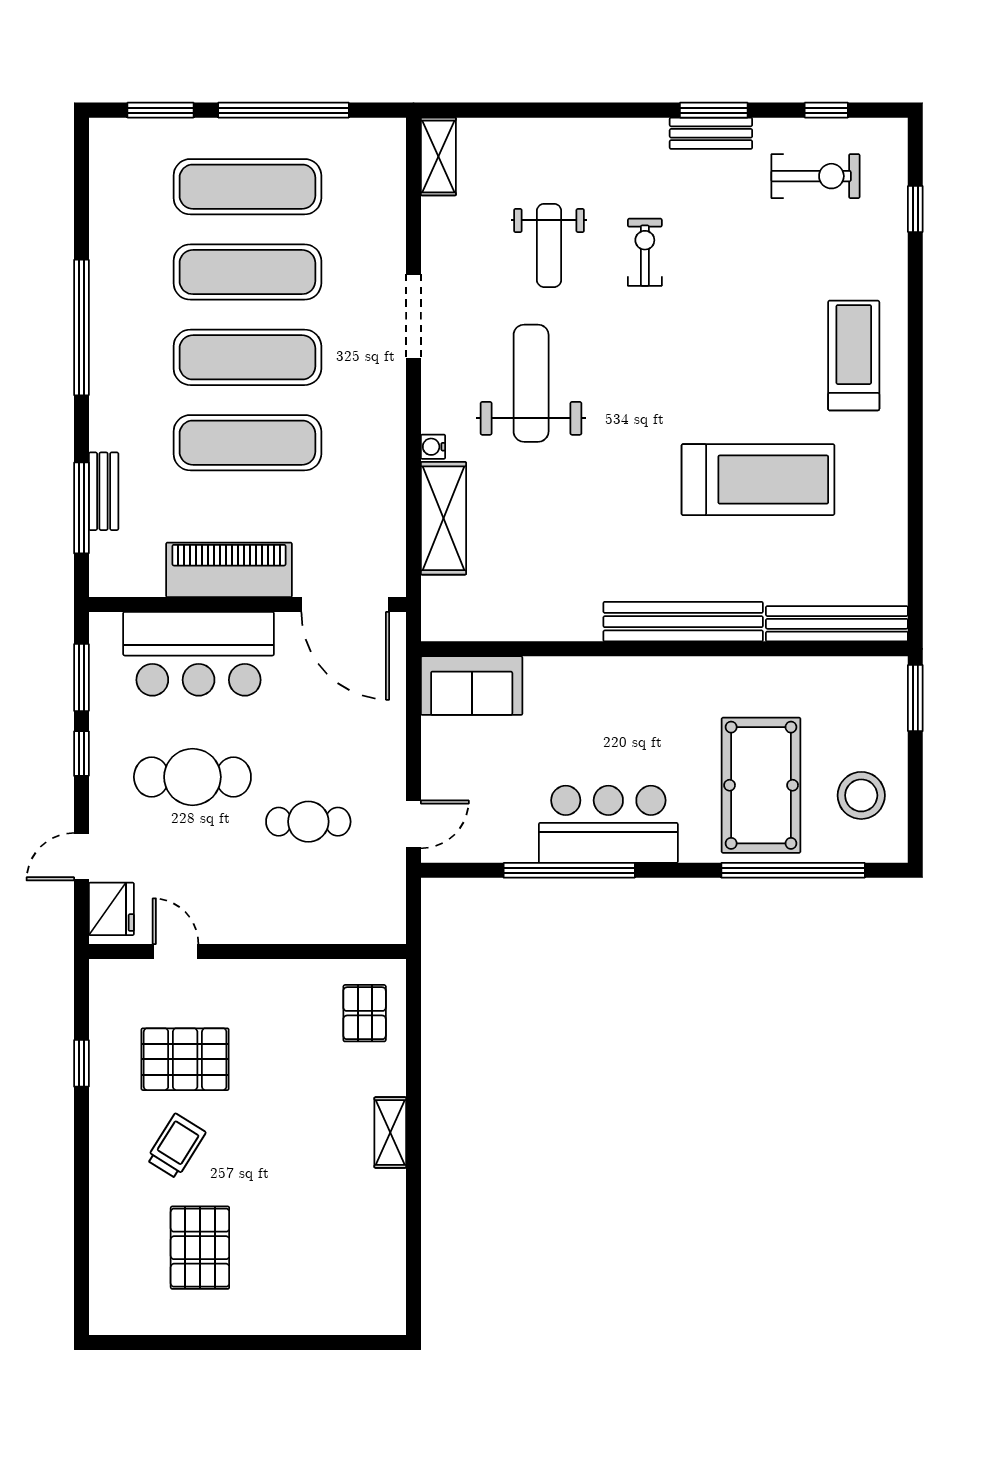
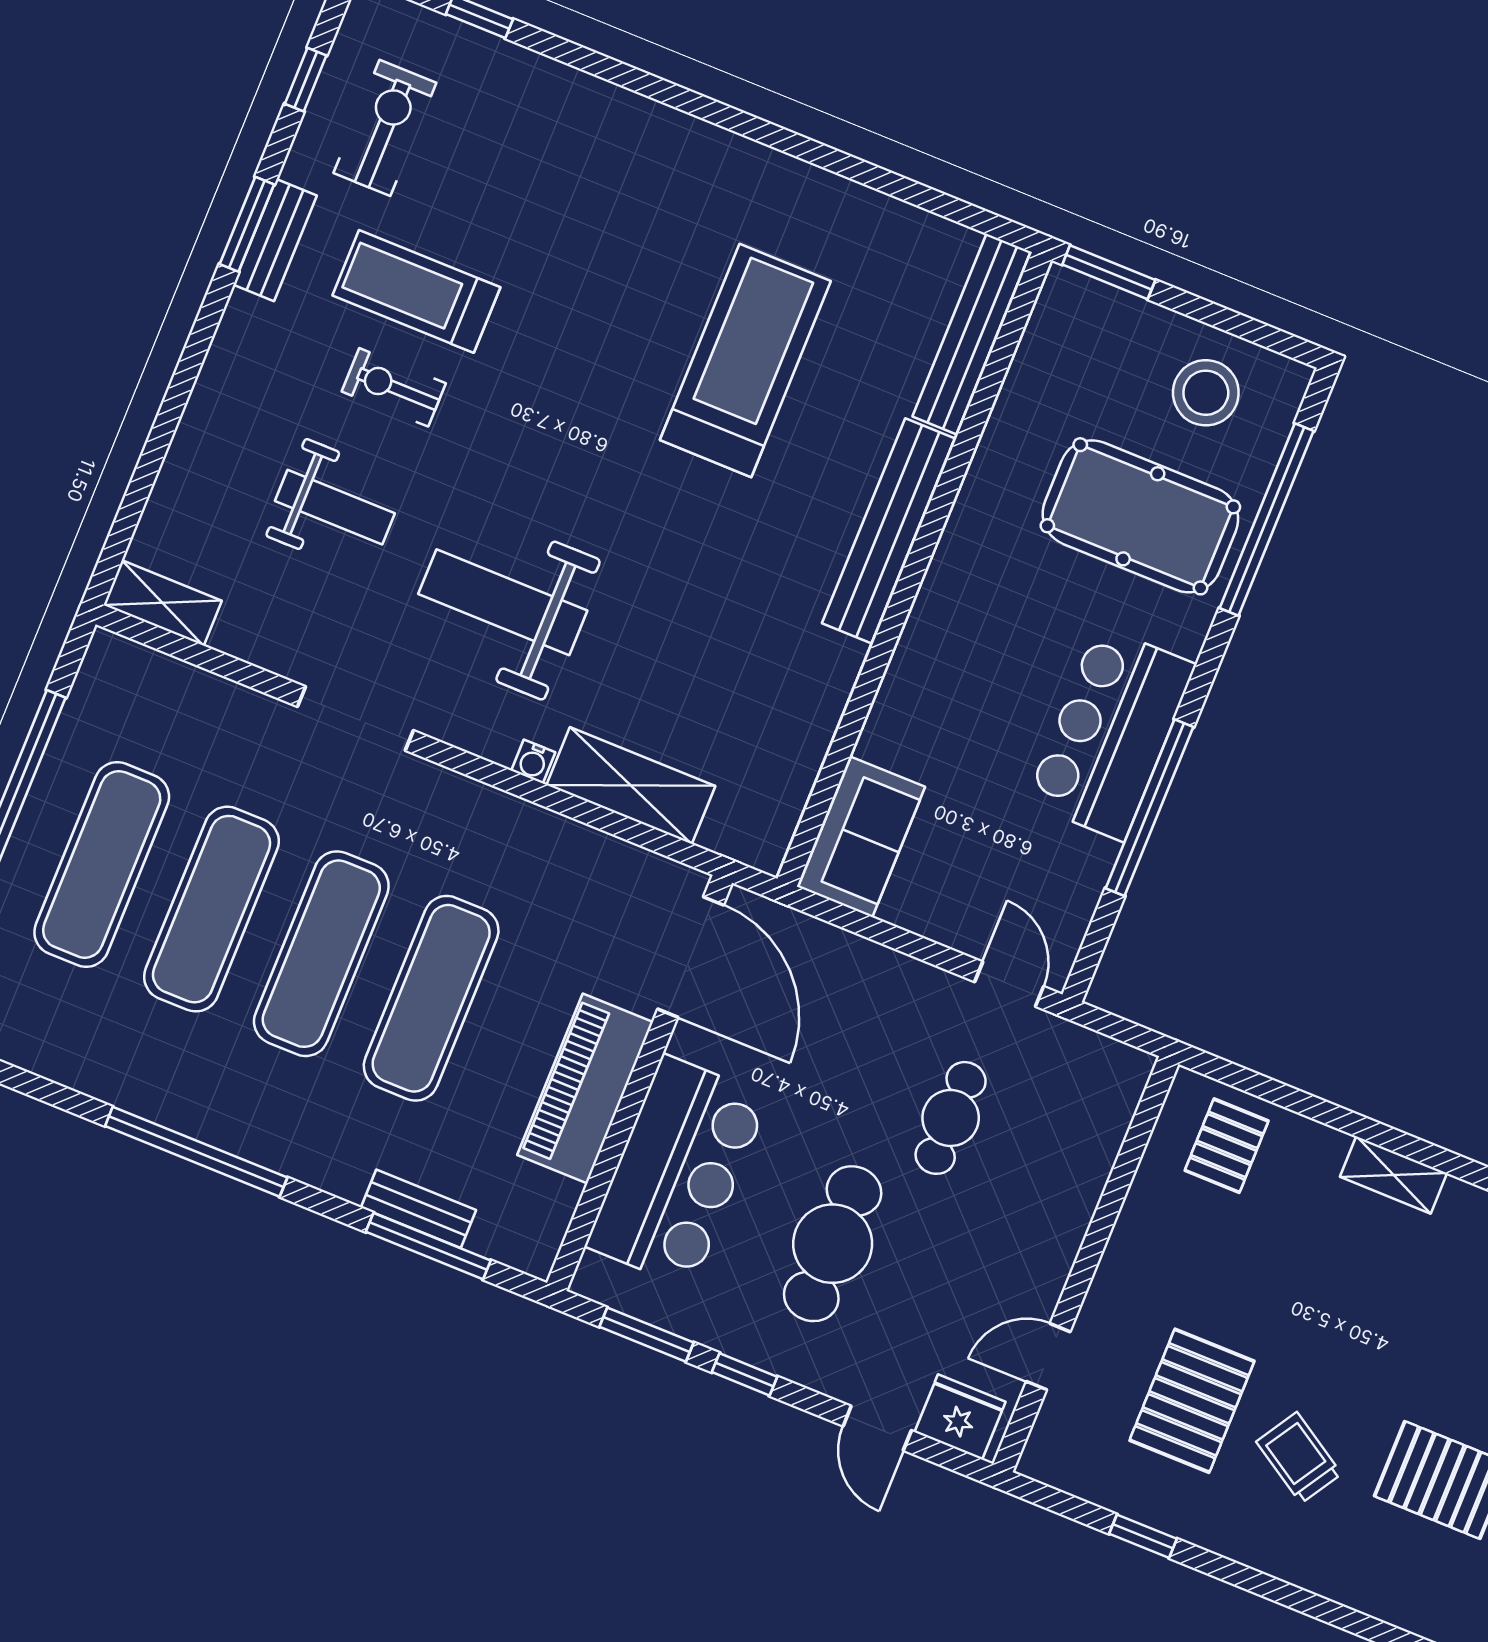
treadmill: (854, 356) -> (416, 291), moved
door: (345, 605) -> (691, 957), hinge flipped
pallet: (365, 1013) -> (1227, 1146), turned 90

